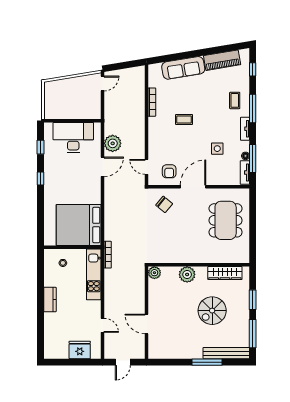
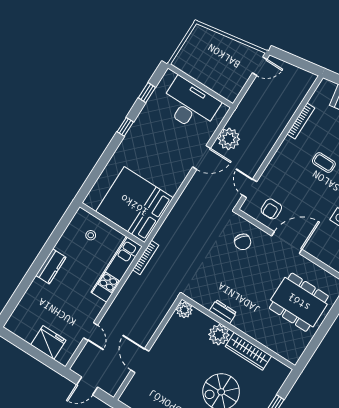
dining table: (226, 220) -> (299, 302), turned 90
dresser: (180, 258) -> (223, 312), added
wardrobe: (225, 273) -> (248, 351), moved

